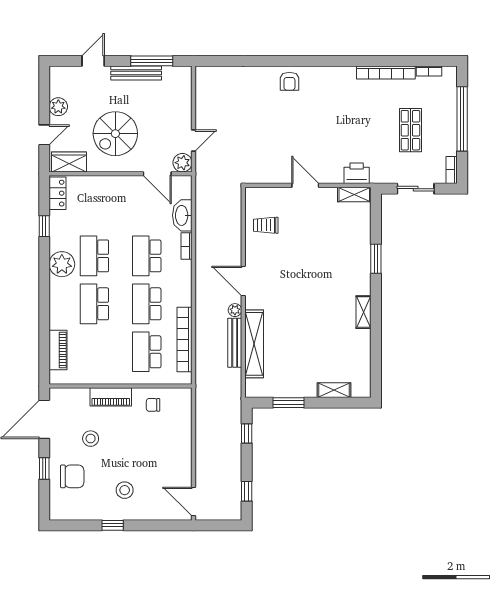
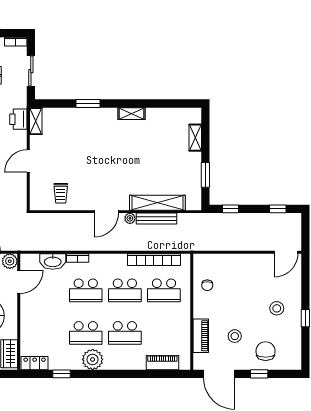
piano: (111, 397) -> (201, 336), moved

